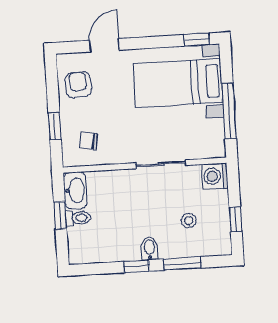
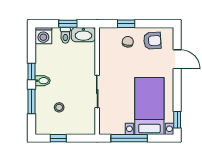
chair: (89, 141) -> (128, 42), moved
washing machine: (215, 176) -> (43, 36), moved, turned 180

